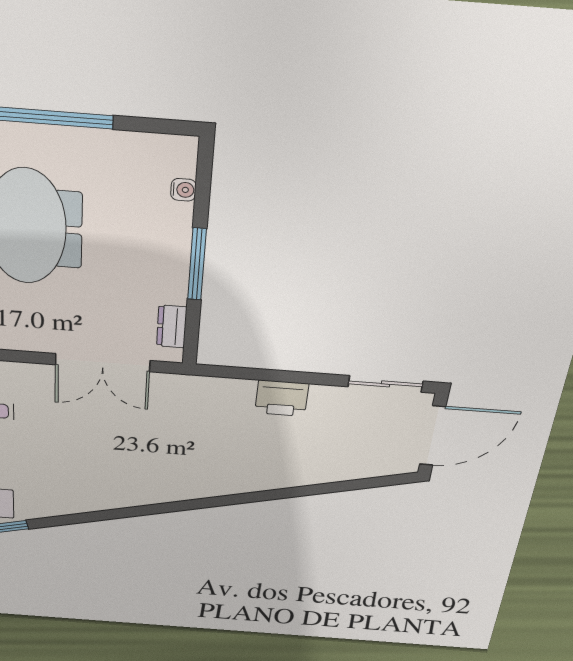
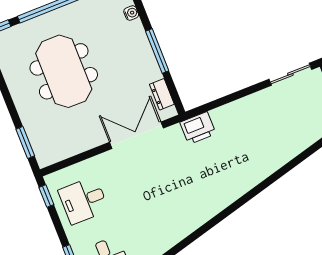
double door: (103, 363) -> (136, 135), swing flipped
printer: (282, 398) -> (198, 128), moved

